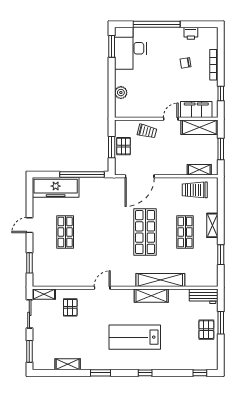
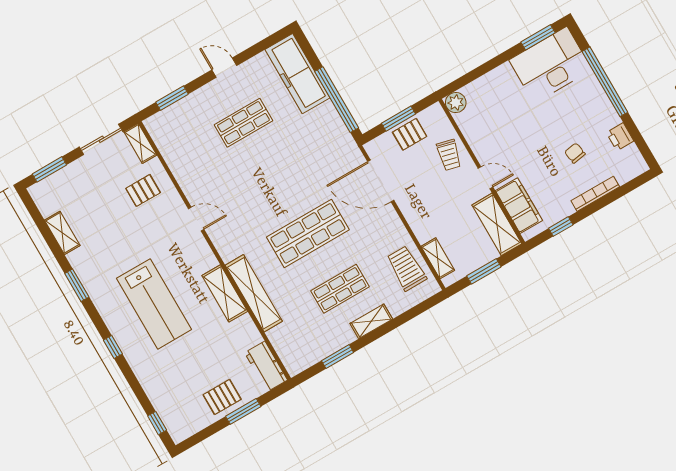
plant: (121, 93) -> (456, 103), moved
lab bench: (135, 337) -> (154, 304), turned 180

